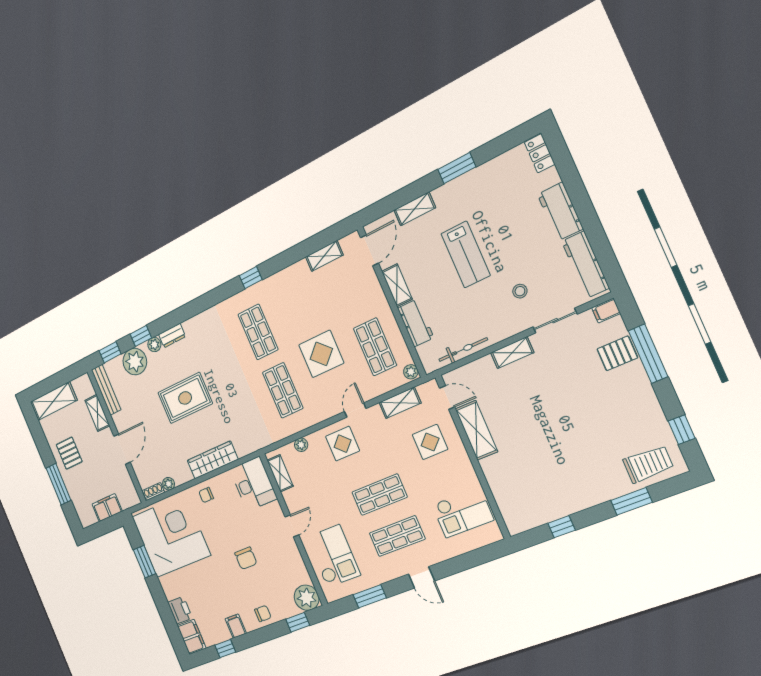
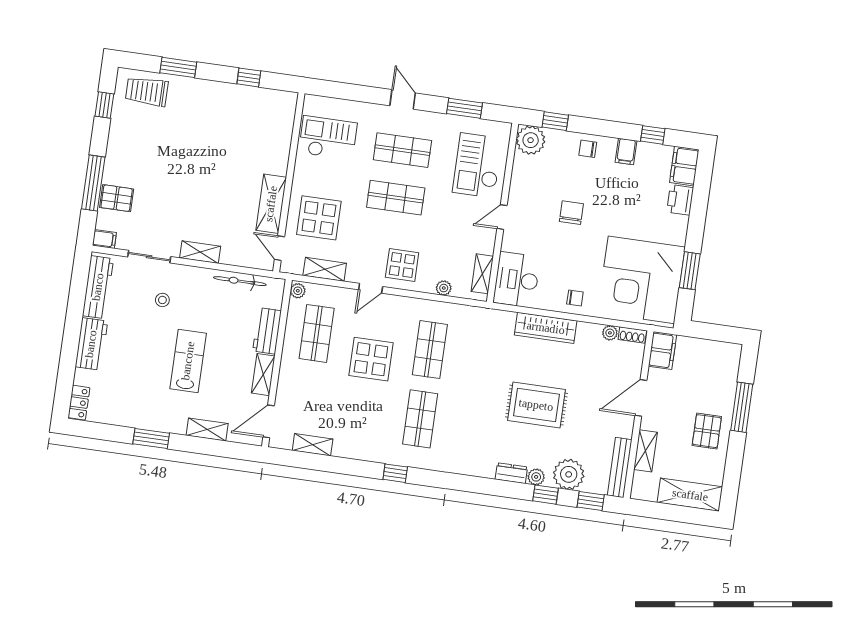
display table: (430, 442) -> (319, 218), width x1.36, depth x1.36
filing cabinet: (107, 508) -> (663, 351), moved, turned -90

